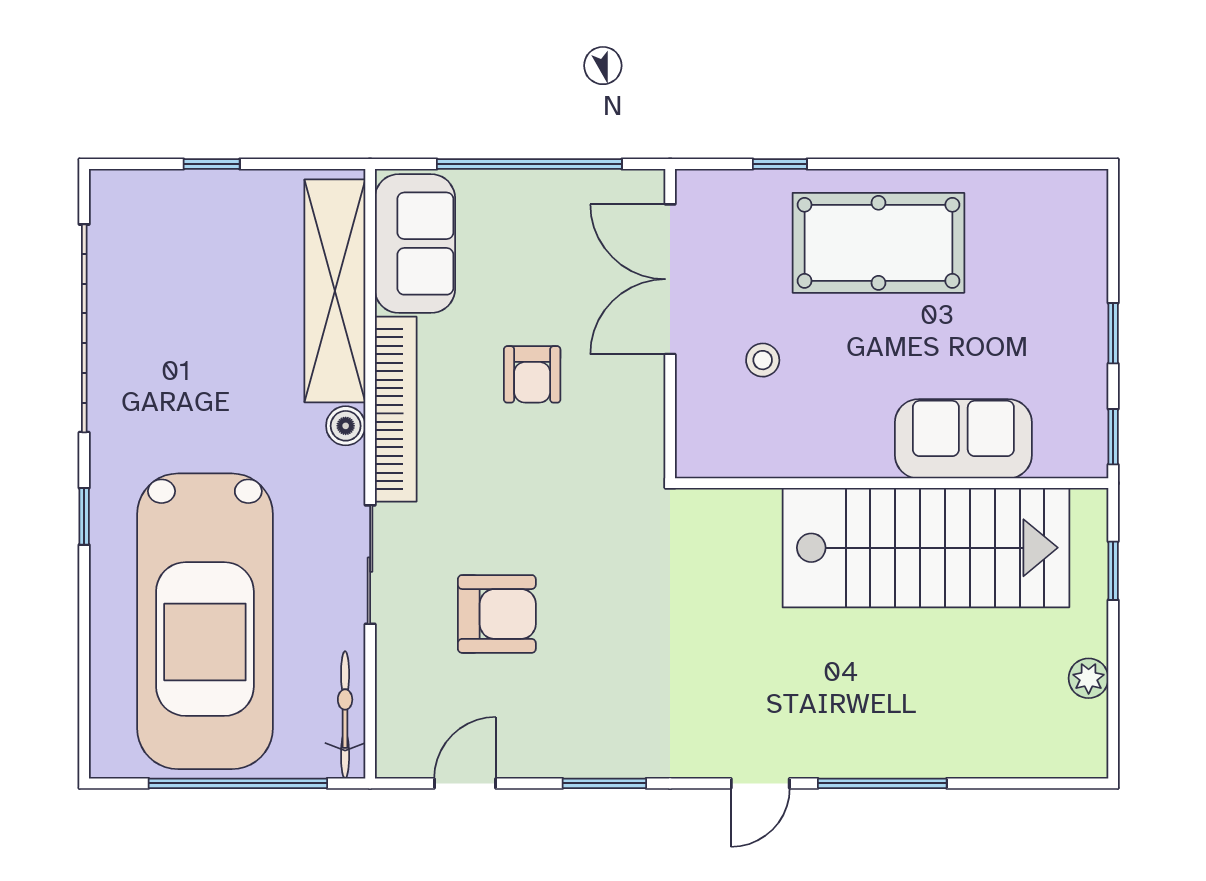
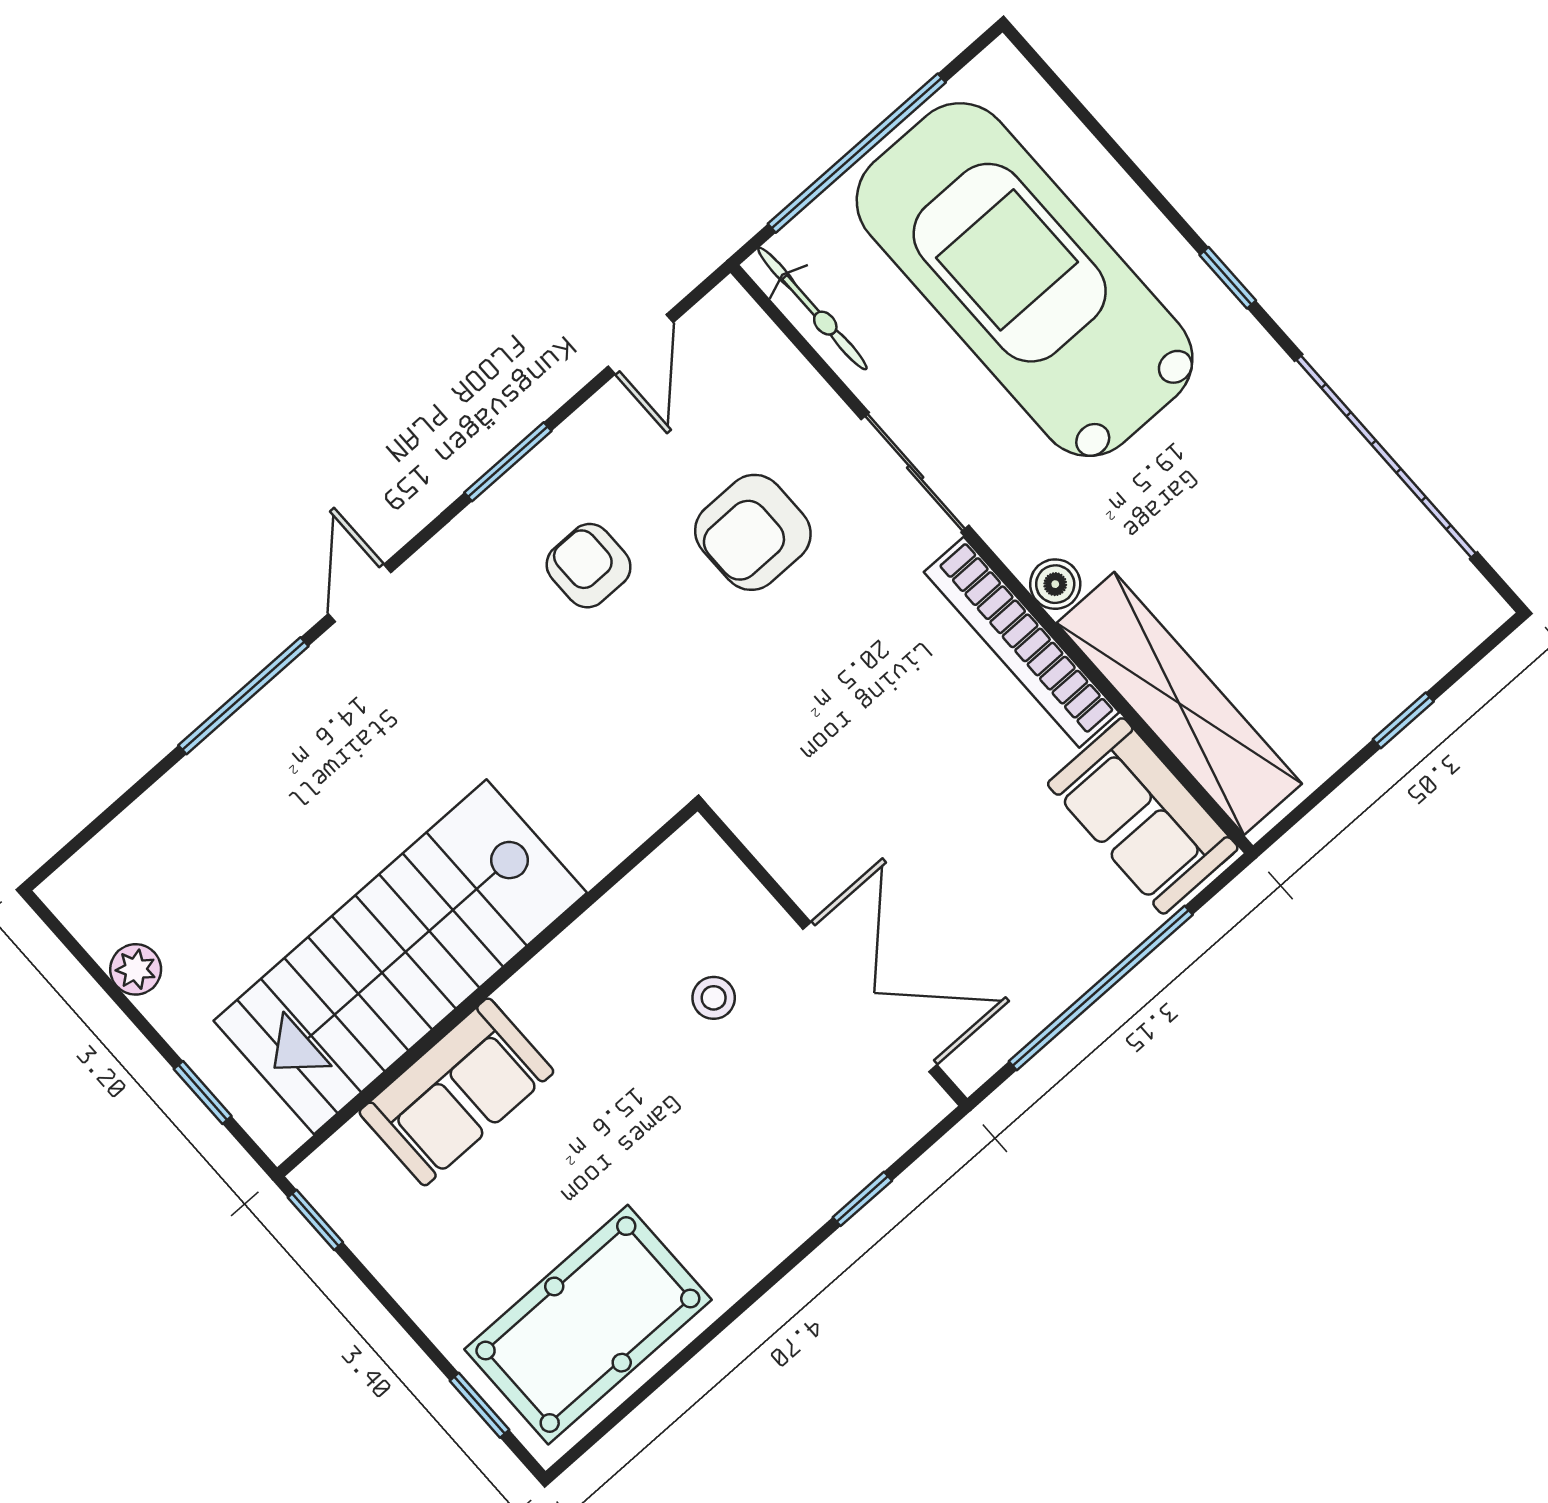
pool table: (878, 243) -> (588, 1325), moved
window: (1113, 333) -> (479, 1405), moved
armchair: (532, 374) -> (589, 566), moved

